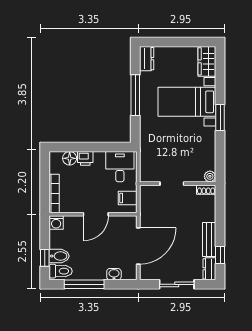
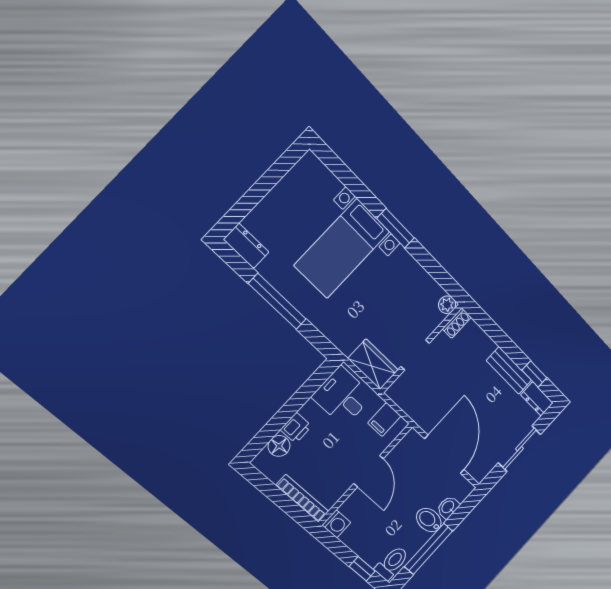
wardrobe: (207, 61) -> (373, 364), moved, turned 180
bidet: (59, 256) -> (429, 520), moved, turned -90

